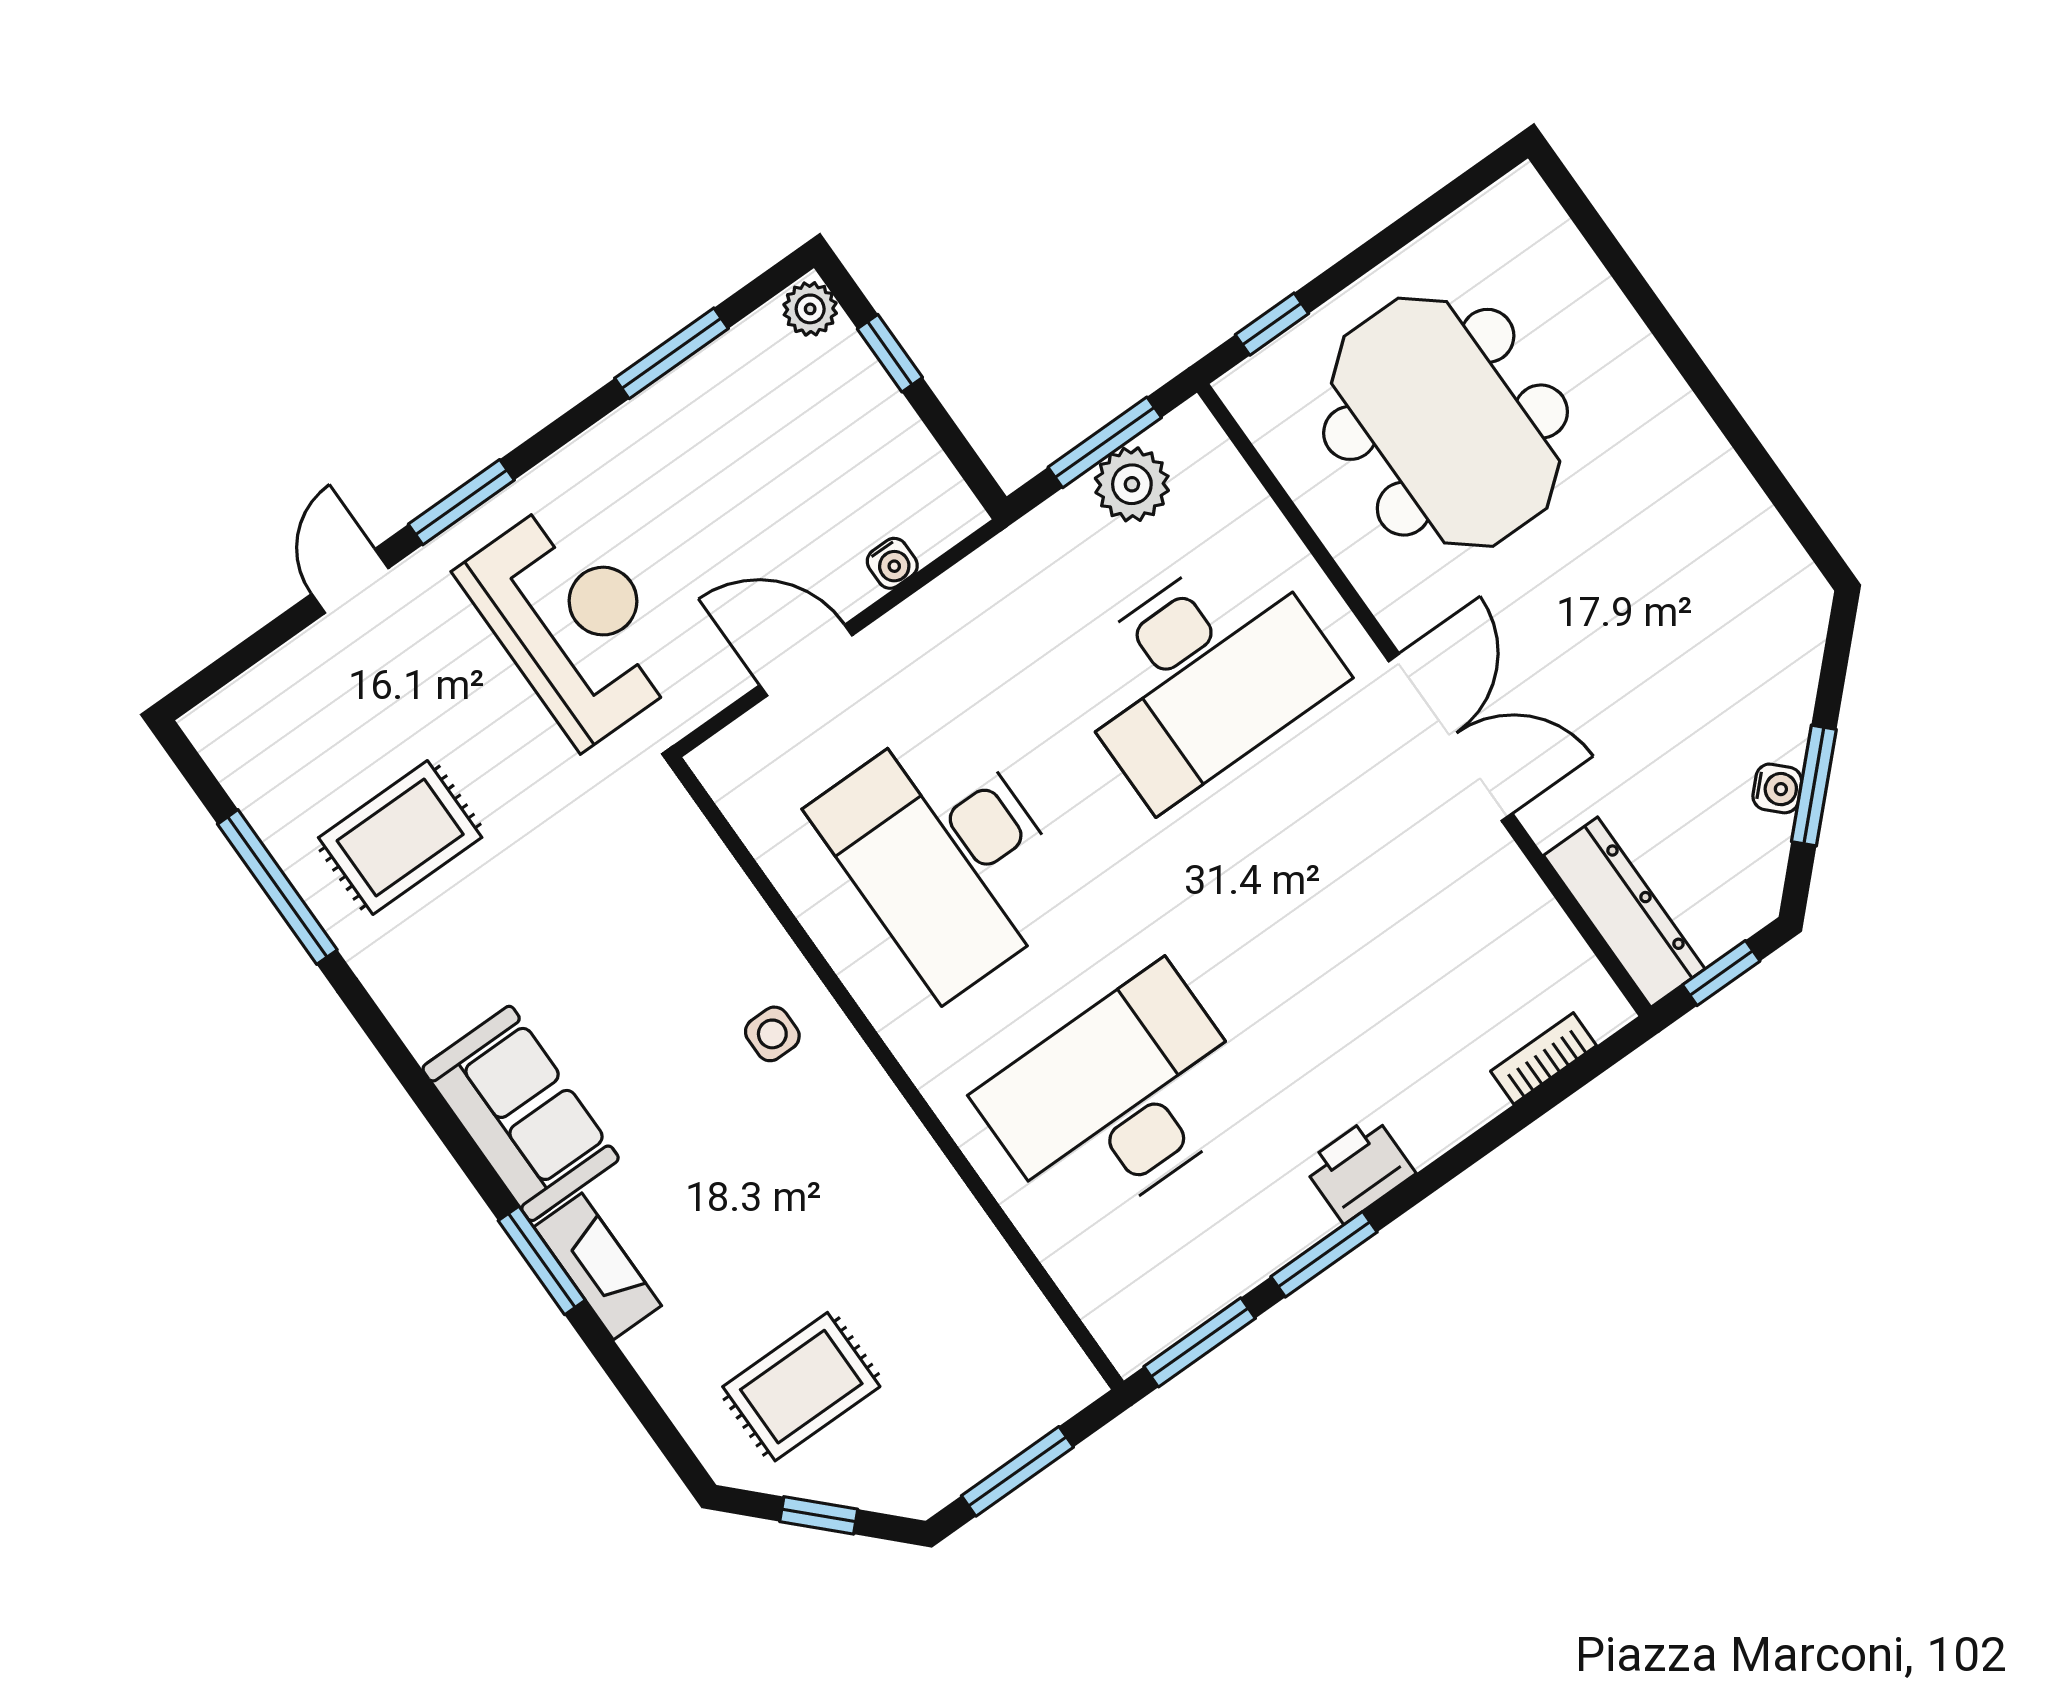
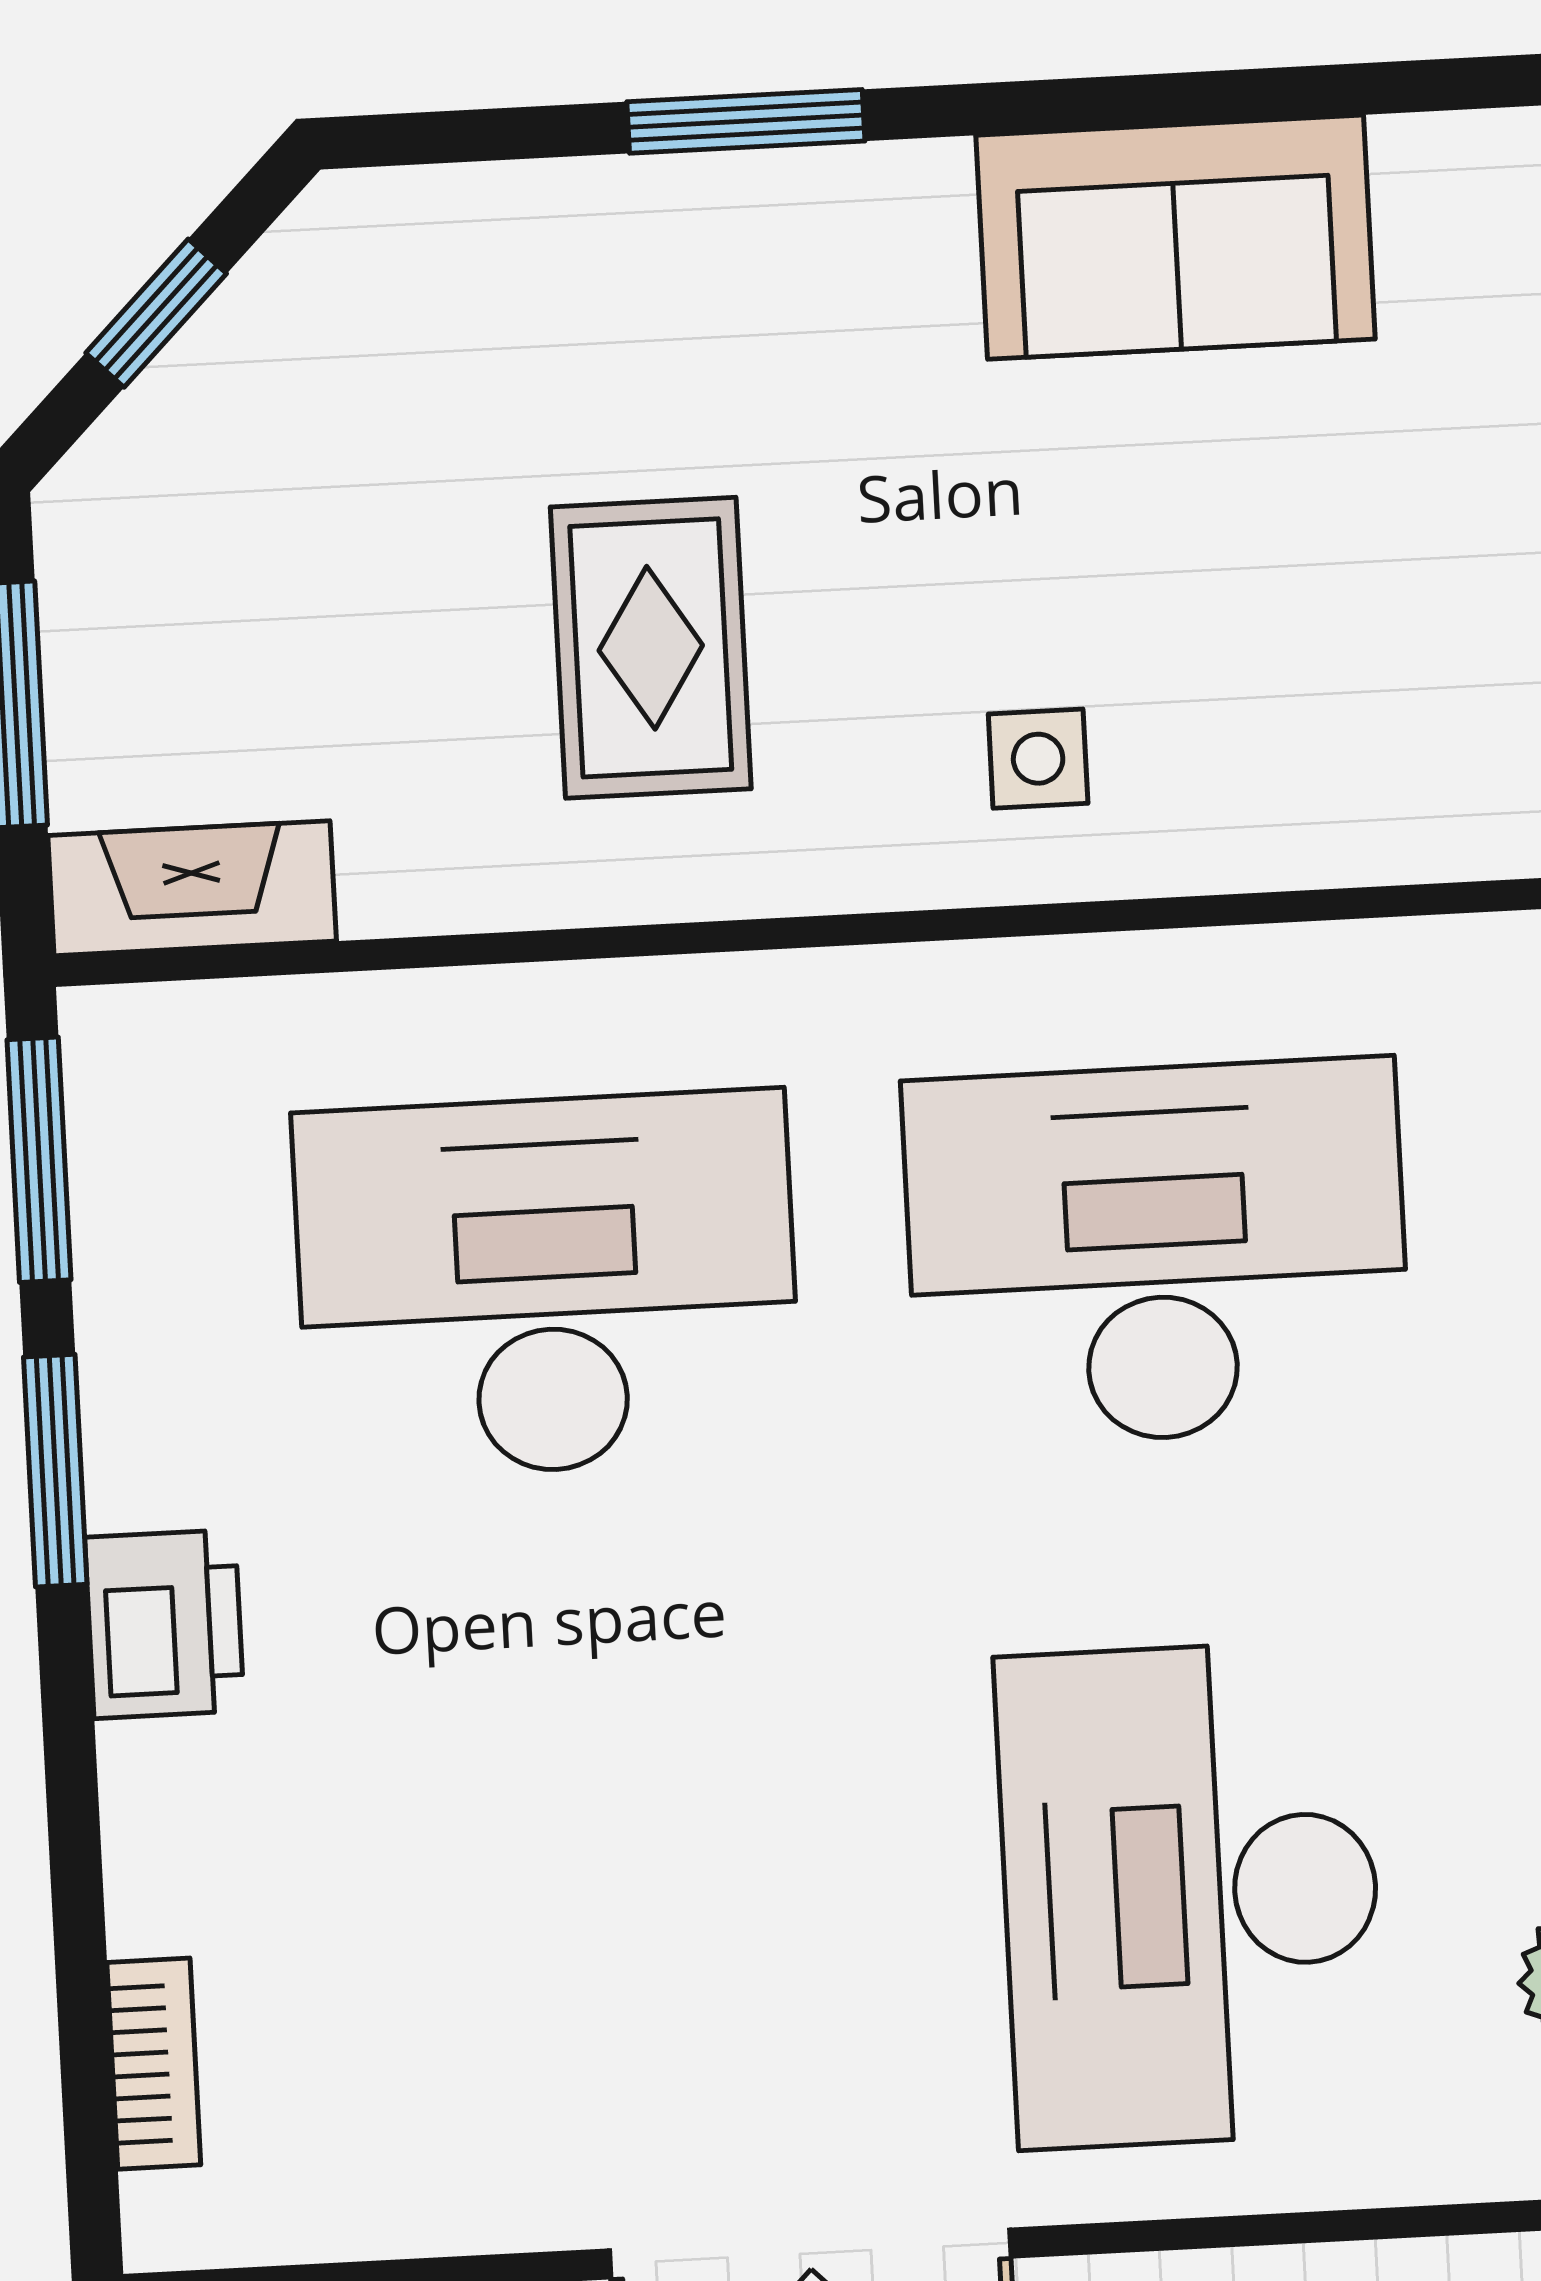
desk: (1118, 1099) -> (547, 1285), turned -90
window: (542, 1260) -> (746, 121), moved
fireplace: (598, 1266) -> (192, 888), moved, turned 180
rug: (801, 1387) -> (651, 648), moved

